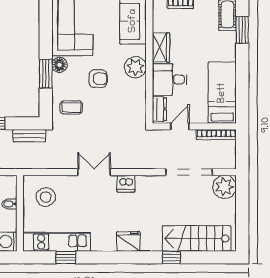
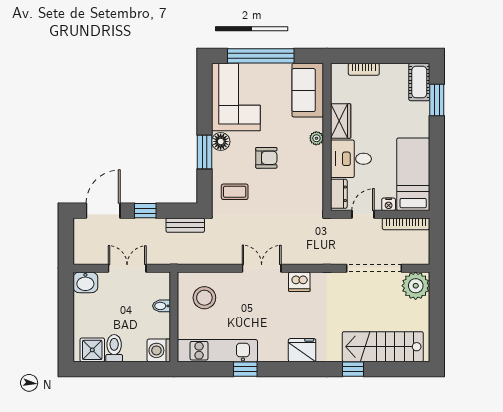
plant: (135, 67) -> (316, 138), width x0.53, depth x0.53
nightstand: (201, 118) -> (389, 204), added
window: (66, 257) -> (245, 369), moved

